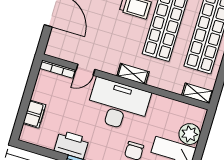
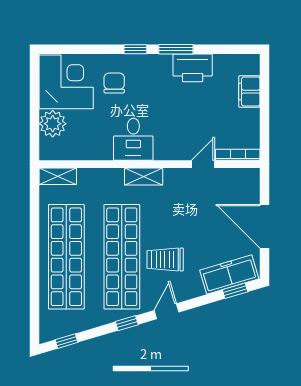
desk: (118, 105) -> (133, 139), width x0.53, depth x0.77

